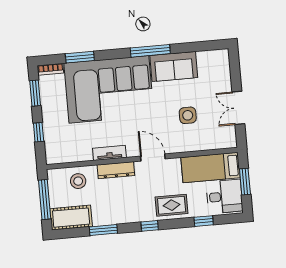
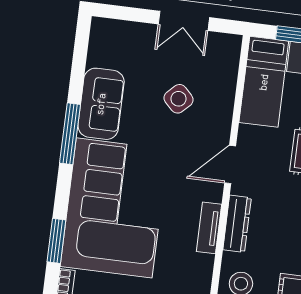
side table: (188, 115) -> (179, 99), turned 45

